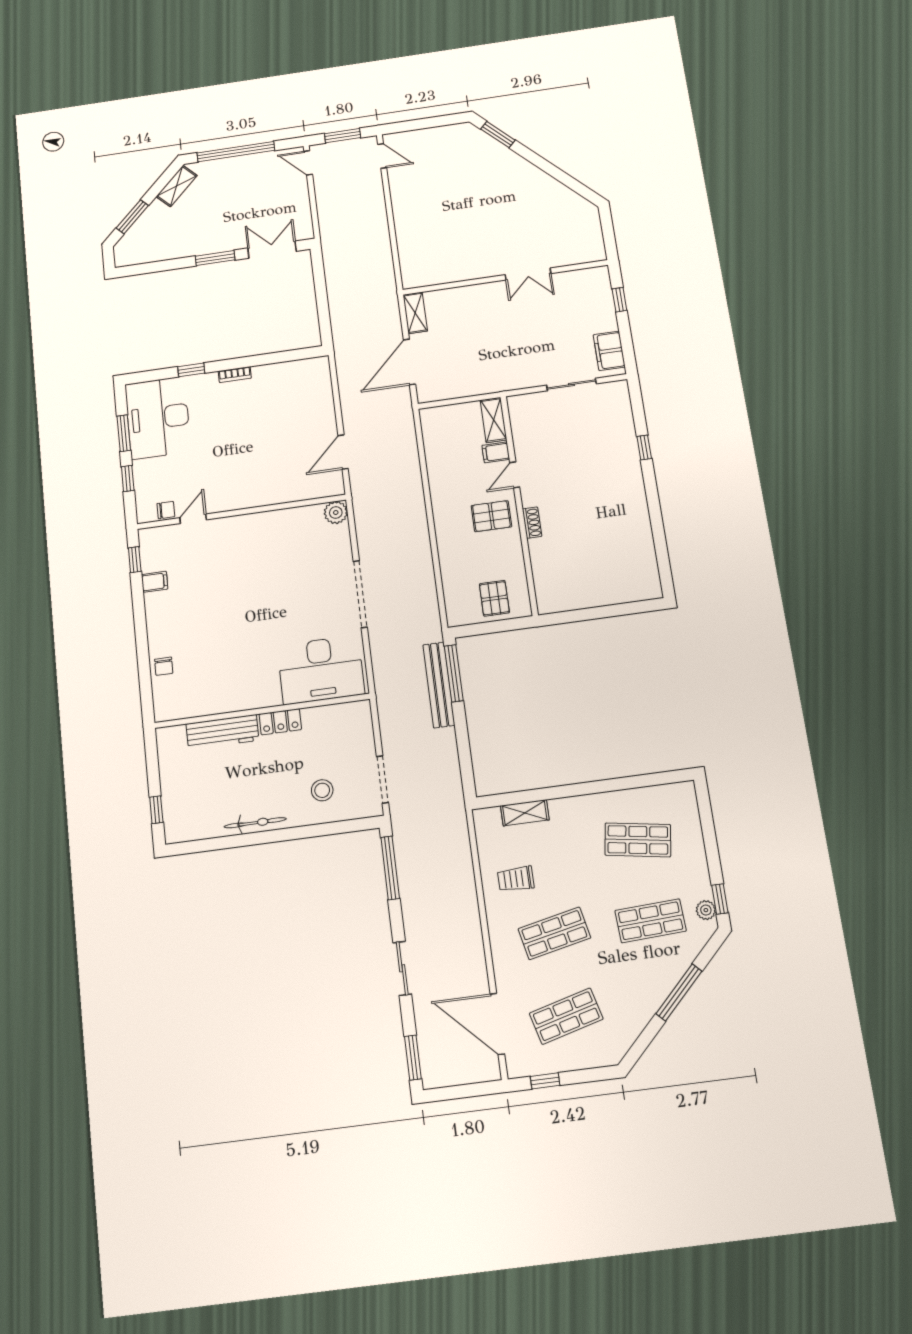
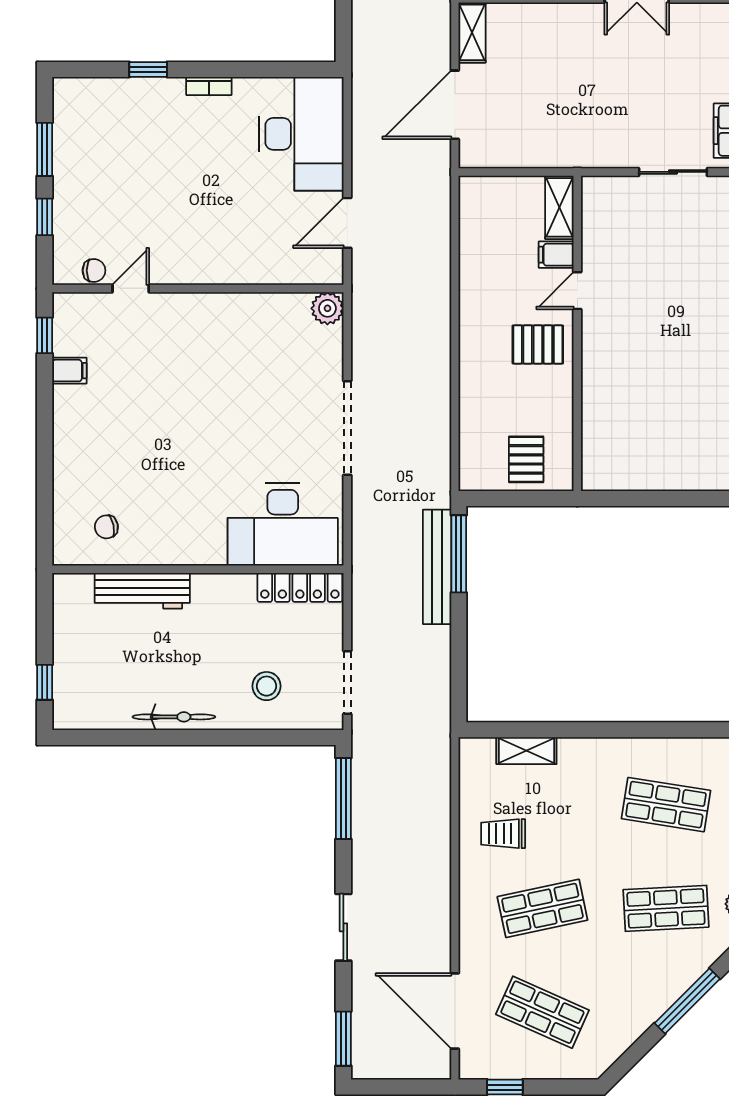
desk: (158, 418) -> (301, 134), moved, turned 180
shoe rack: (532, 523) -> (591, 362), removed
chair: (164, 666) -> (106, 527), moved, turned 78
locker: (280, 722) -> (300, 587), moved, width x1.53
shop shelf: (566, 1016) -> (542, 1012), turned 39

